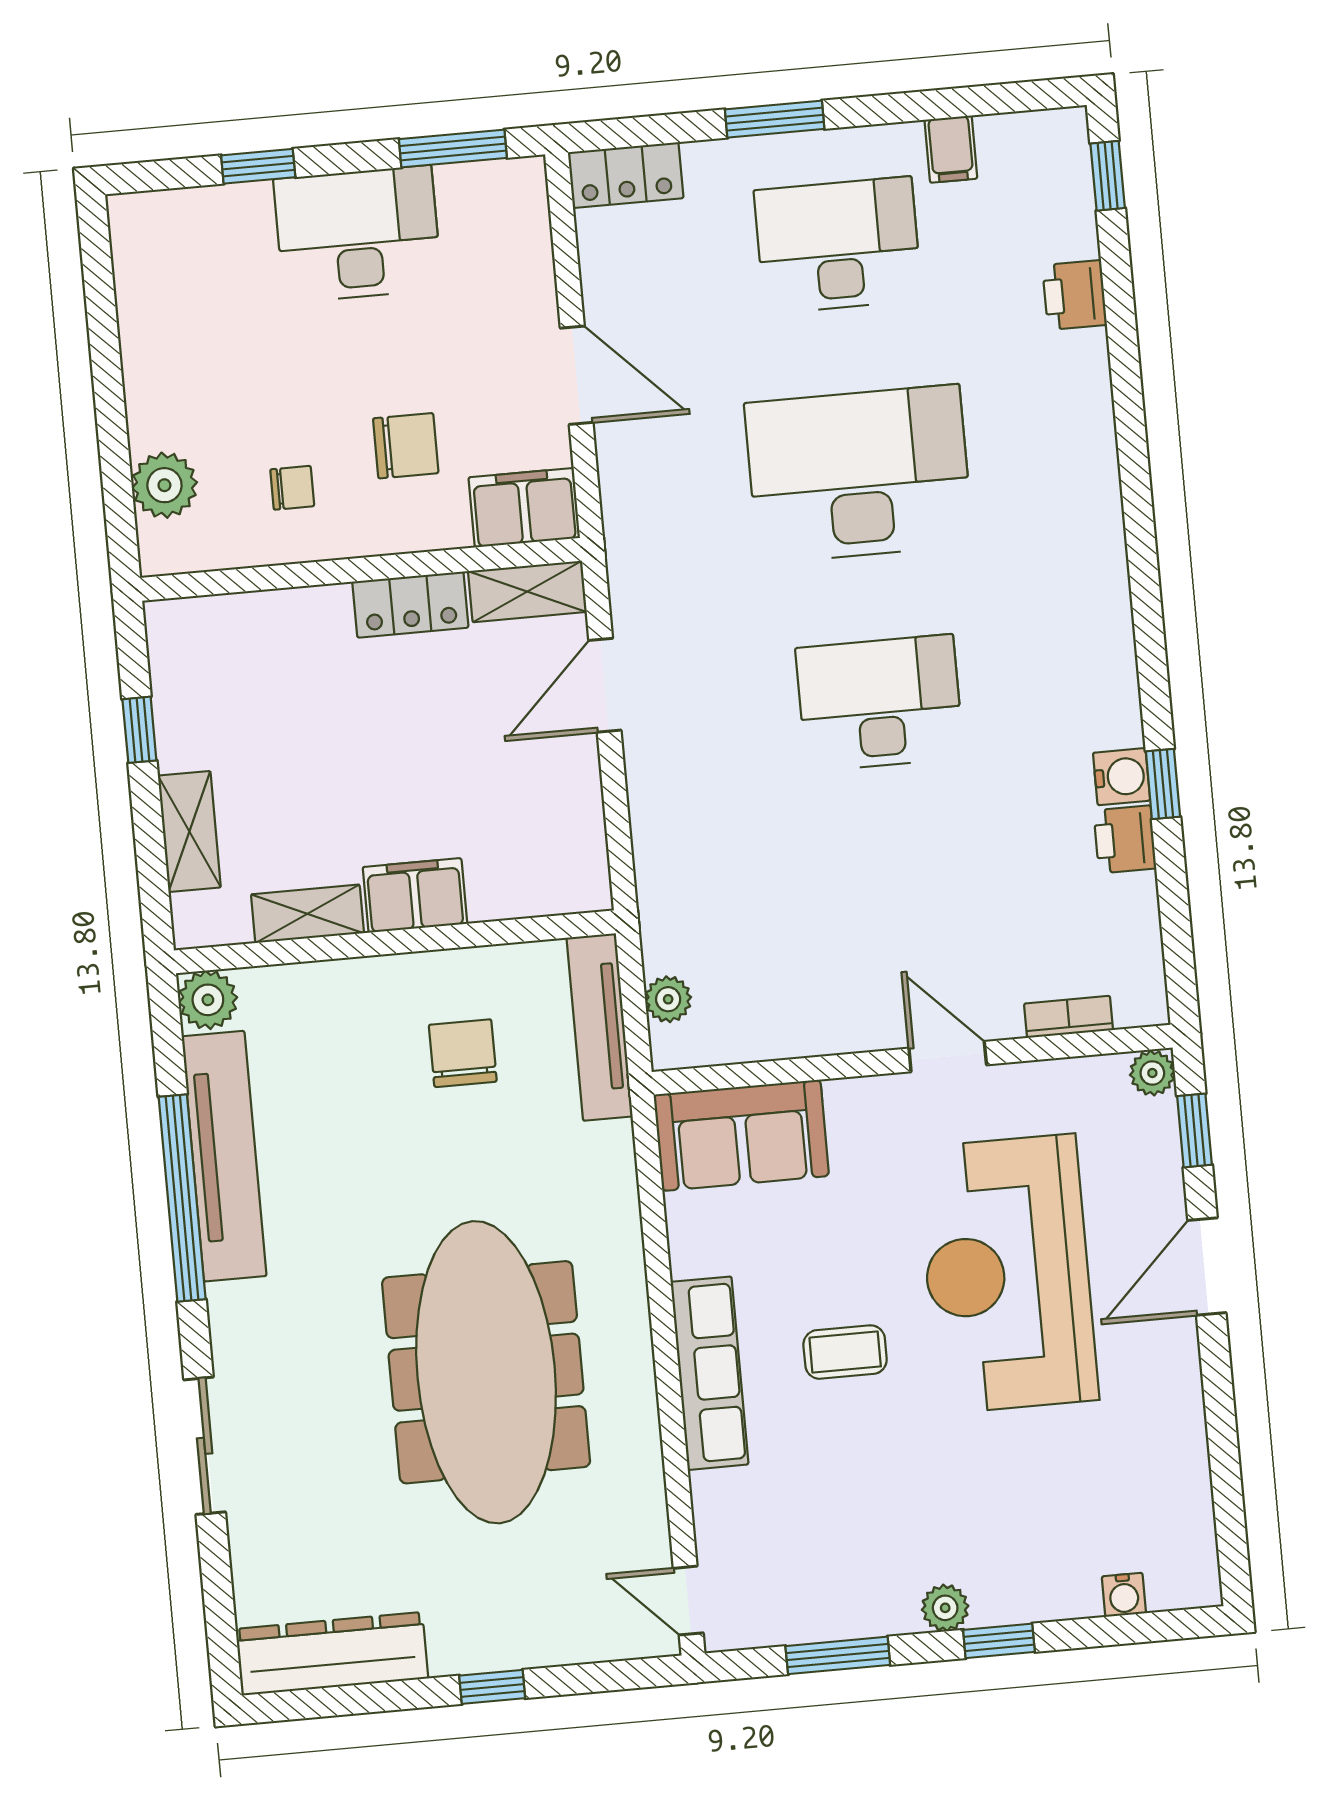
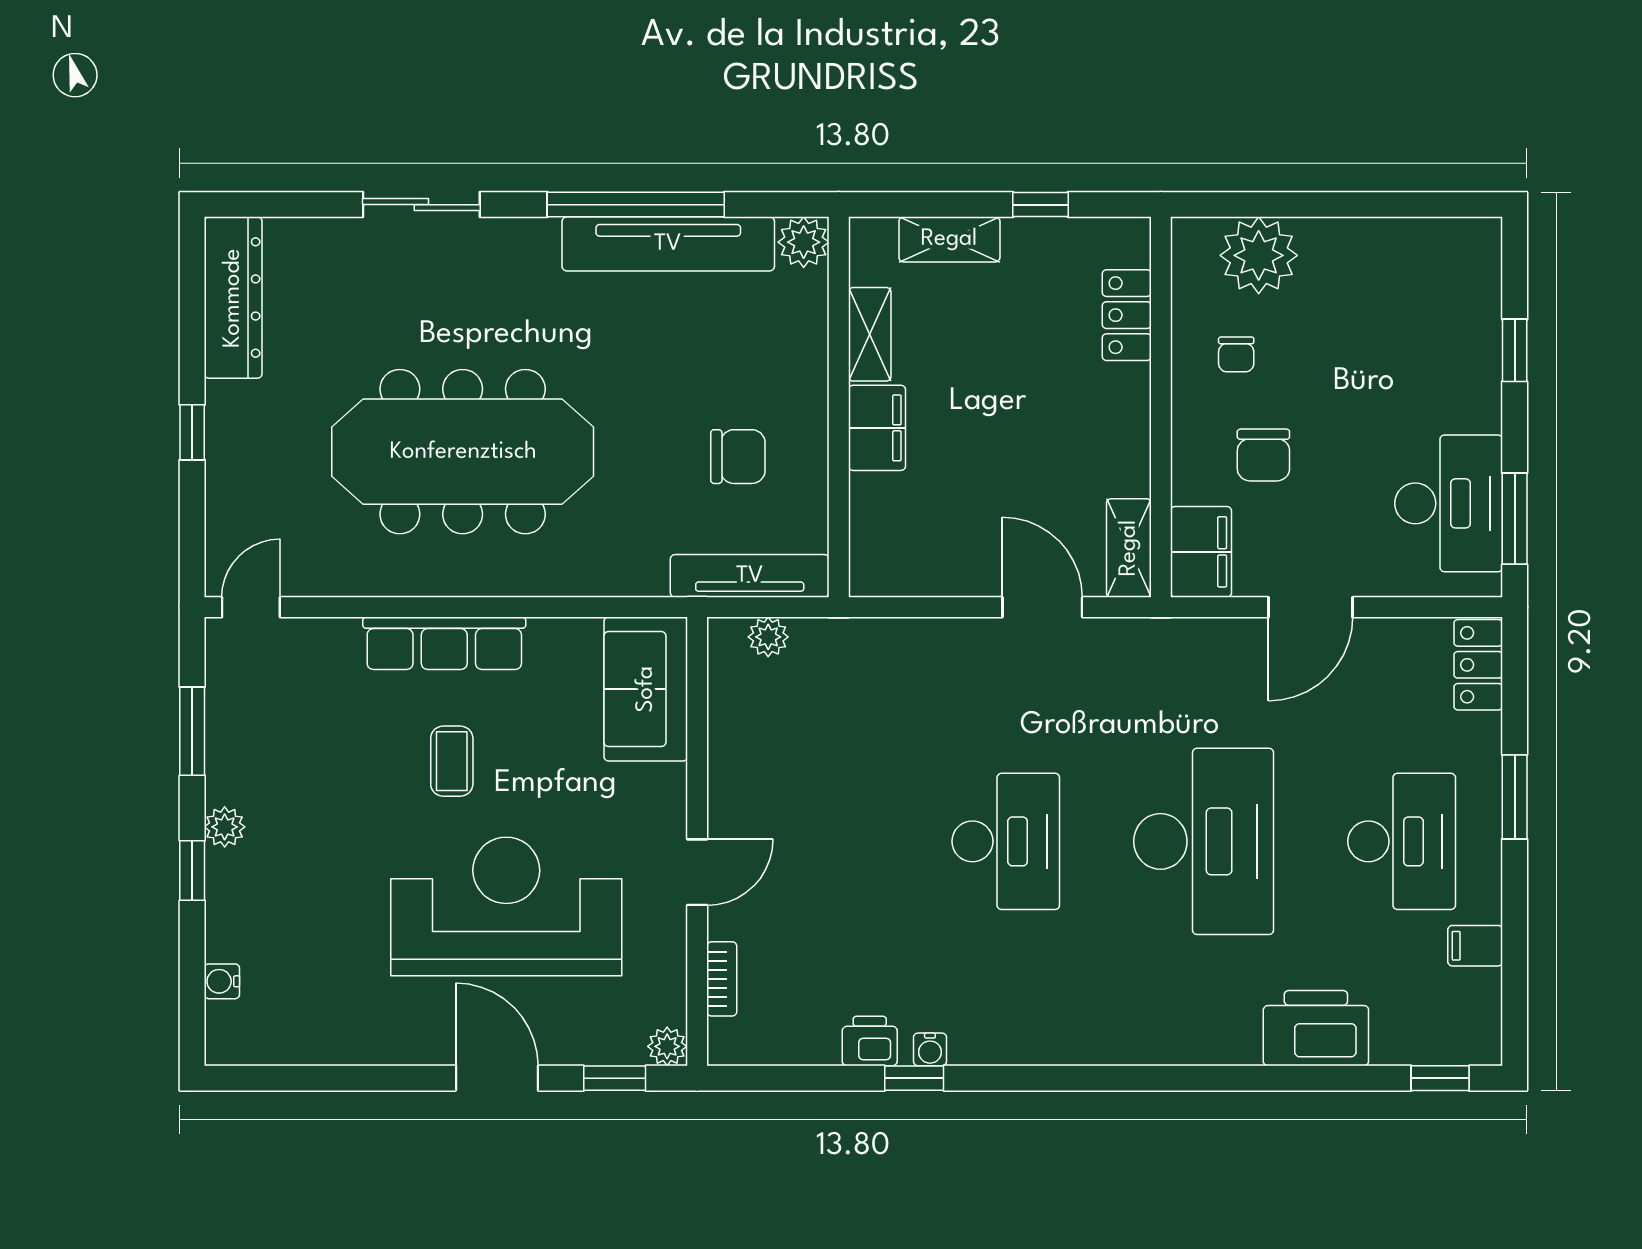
desk: (358, 234) -> (1449, 503), moved
printer: (1074, 295) -> (1316, 1028), width x1.87, depth x1.48
plant: (164, 485) -> (1259, 255), width x1.36, depth x1.36
locker: (410, 605) -> (1127, 315), moved
water cooler: (1122, 777) -> (930, 1049), width x0.72, depth x0.72

